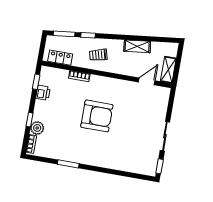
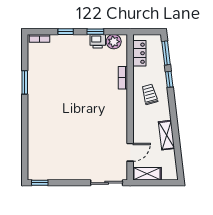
door: (147, 81) -> (130, 152), hinge flipped
window: (36, 82) -> (95, 32), moved
armchair: (97, 116) -> (83, 105), removed
plant: (37, 128) -> (114, 42), moved
sliding door: (165, 136) -> (107, 183), moved

